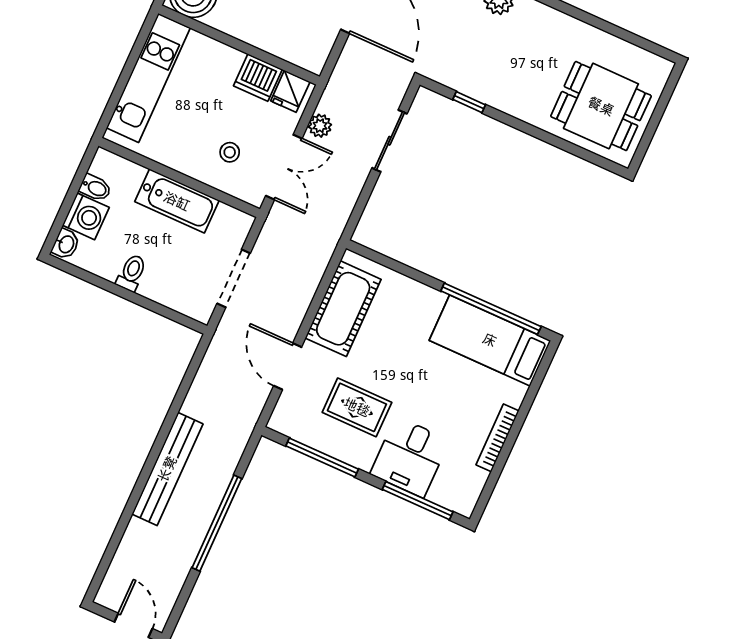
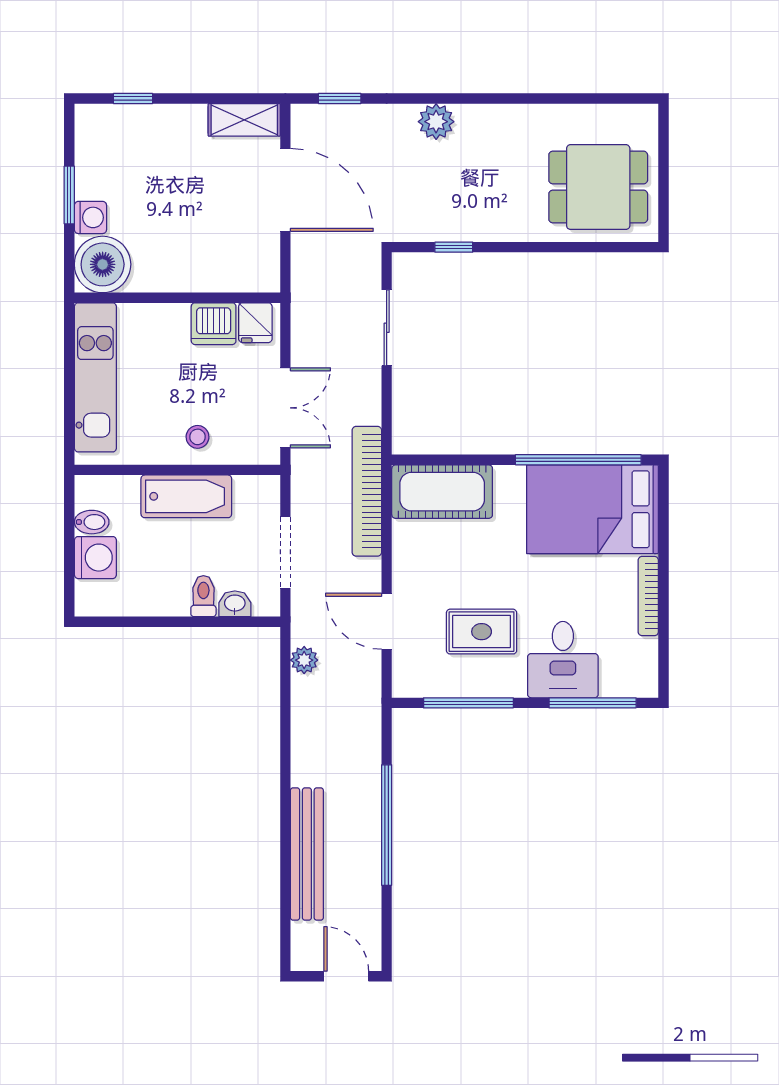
plant: (320, 126) -> (304, 660), moved
stool: (230, 152) -> (197, 437), moved
washbasin: (66, 244) -> (235, 604), moved, turned -90
bookcase: (318, 260) -> (367, 491), added
toilet: (132, 273) -> (203, 596), moved
cot: (343, 309) -> (442, 492), moved, turned 90
bed: (490, 340) -> (593, 509), width x1.50
bench: (167, 469) -> (307, 854), moved

